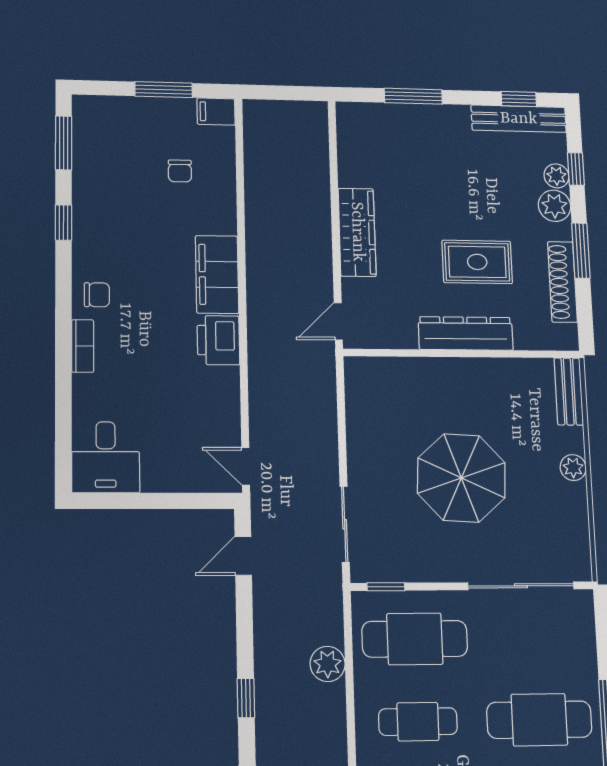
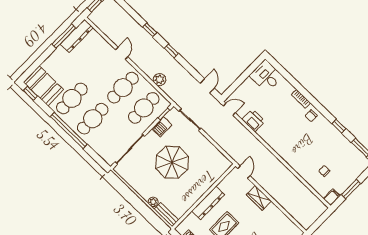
wardrobe: (357, 232) -> (259, 198), width x0.67
filing cabinet: (217, 274) -> (287, 153), removed
printer: (218, 340) -> (254, 120), moved
plant: (573, 468) -> (153, 202), moved
barbecue: (415, 566) -> (162, 127), added
cafe table: (418, 722) -> (123, 88), width x1.37, depth x1.35

